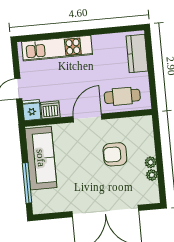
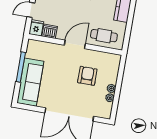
armchair: (115, 154) -> (87, 76), turned 90
sofa: (41, 158) -> (30, 82), moved
window: (27, 183) -> (21, 67), moved

